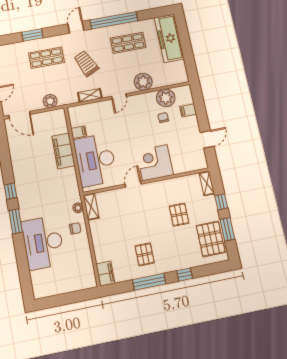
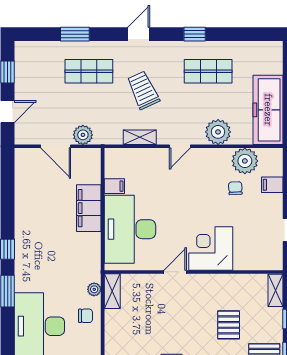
window: (114, 20) -> (195, 34), width x0.32
freezer: (169, 38) -> (268, 110), moved
door: (20, 115) -> (56, 146), moved

